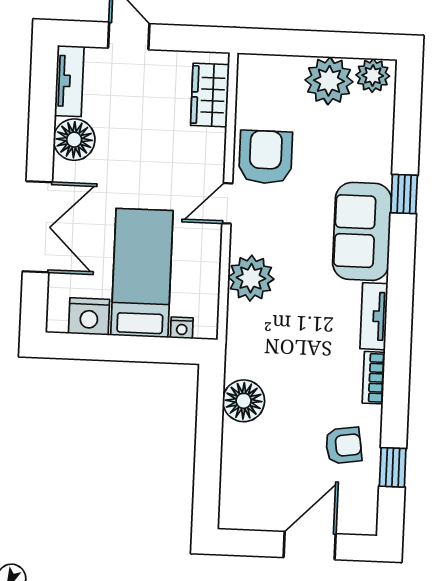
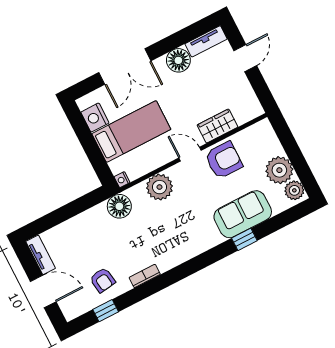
wardrobe: (210, 95) -> (218, 126), moved
sofa: (362, 231) -> (243, 214), moved
tv unit: (374, 316) -> (41, 255), moved, turned 90
nightstand: (182, 328) -> (122, 180), moved
floor lamp: (244, 401) -> (119, 206), moved

